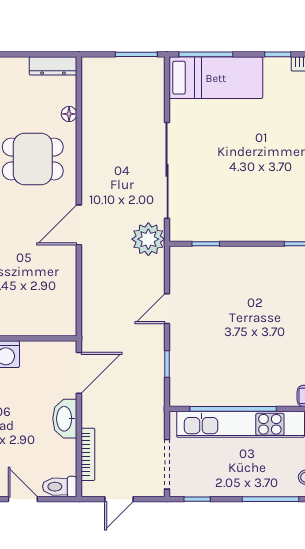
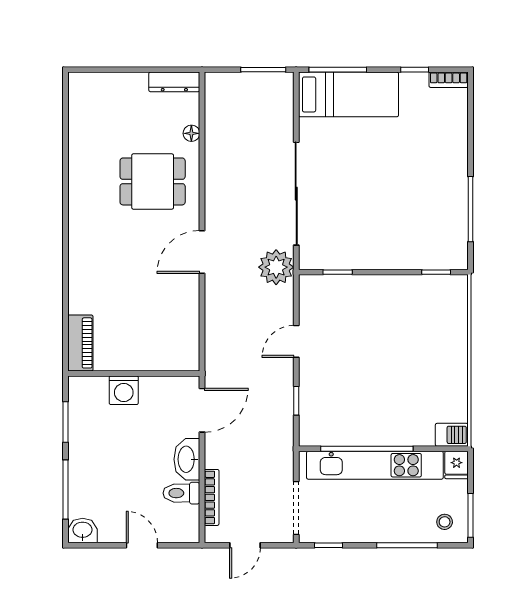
toilet: (60, 487) -> (181, 493), moved

